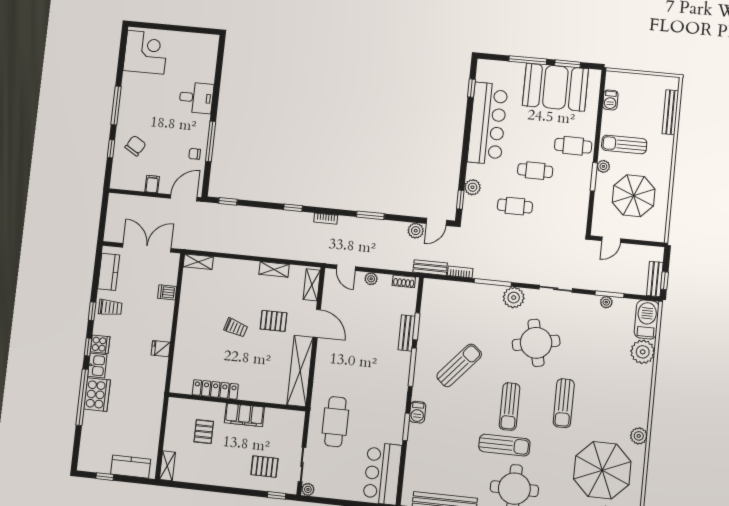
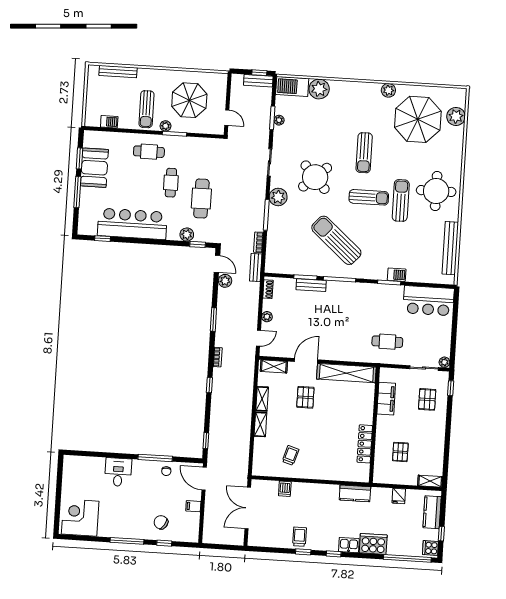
booth: (555, 87) -> (94, 168), width x0.73, depth x0.70
cafe table: (573, 146) -> (149, 152), turned 90
cafe table: (515, 206) -> (201, 199), width x1.37, depth x1.35
shelving: (198, 262) -> (260, 424), moved
kitchen counter: (109, 272) -> (355, 493), moved, turned 180
trolley: (236, 328) -> (291, 455), moved
round table: (536, 343) -> (315, 177), turned -30
cooker: (100, 344) -> (430, 548), moved, turned -90
fridge: (161, 349) -> (399, 496), moved
sun lounger: (459, 365) -> (336, 240), width x1.36, depth x1.34
window: (82, 397) -> (407, 558), moved
sun lounger: (564, 403) -> (364, 153), turned 90
barbecue: (418, 412) -> (397, 275), moved
filing cabinet: (244, 415) -> (386, 399), moved
cafe table: (335, 422) -> (387, 342), width x0.73, depth x0.74
pallet: (204, 432) -> (400, 452), turned 90

